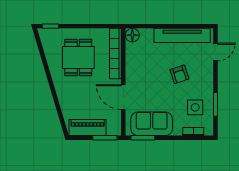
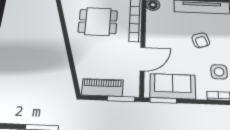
dining table: (78, 58) -> (98, 21), turned 90
door: (123, 97) -> (143, 59), swing flipped

